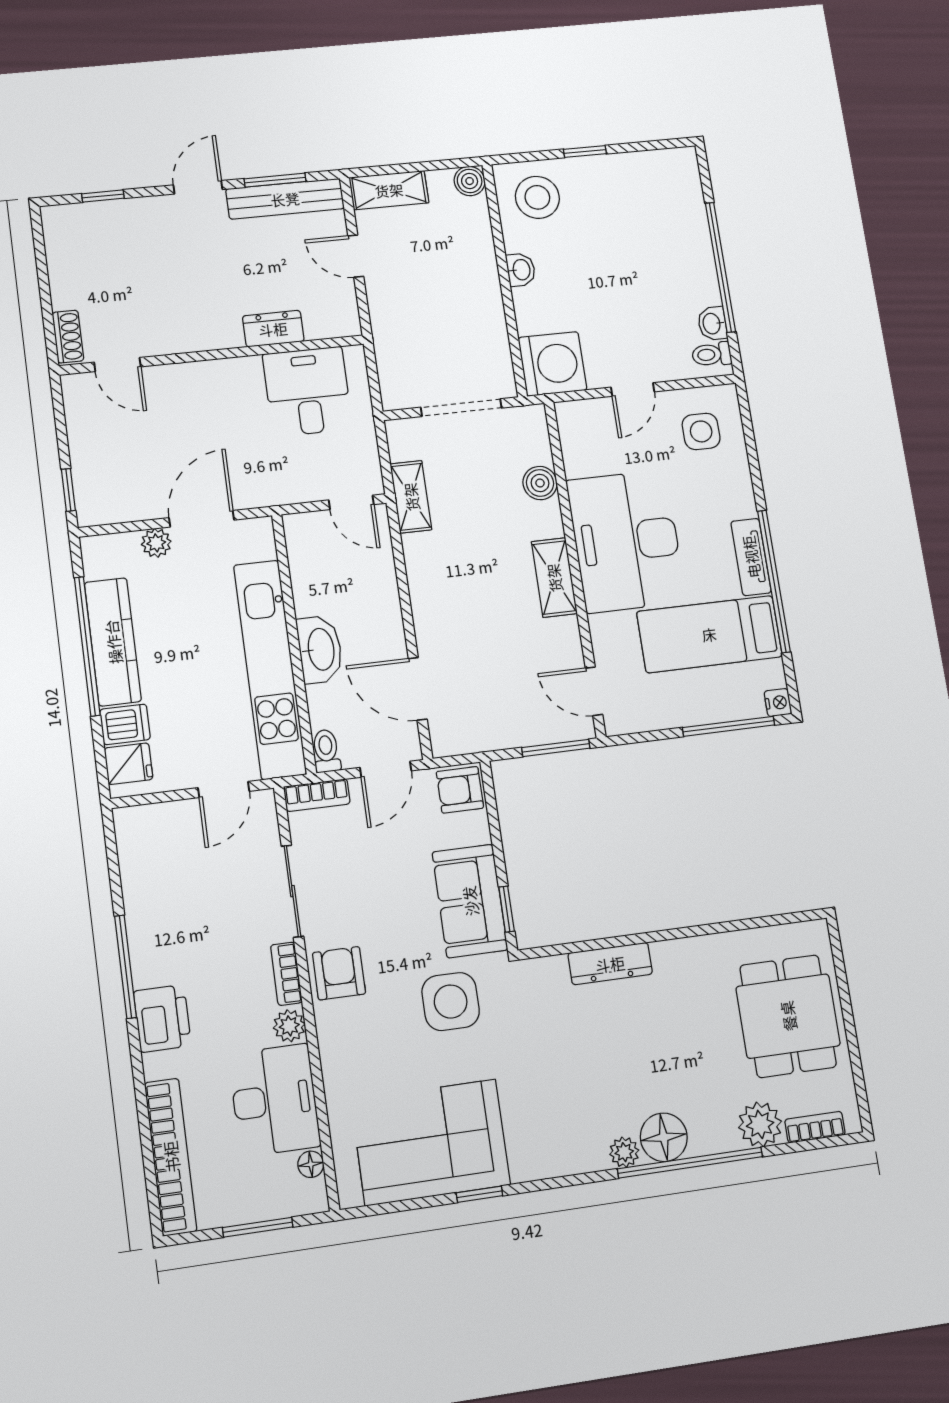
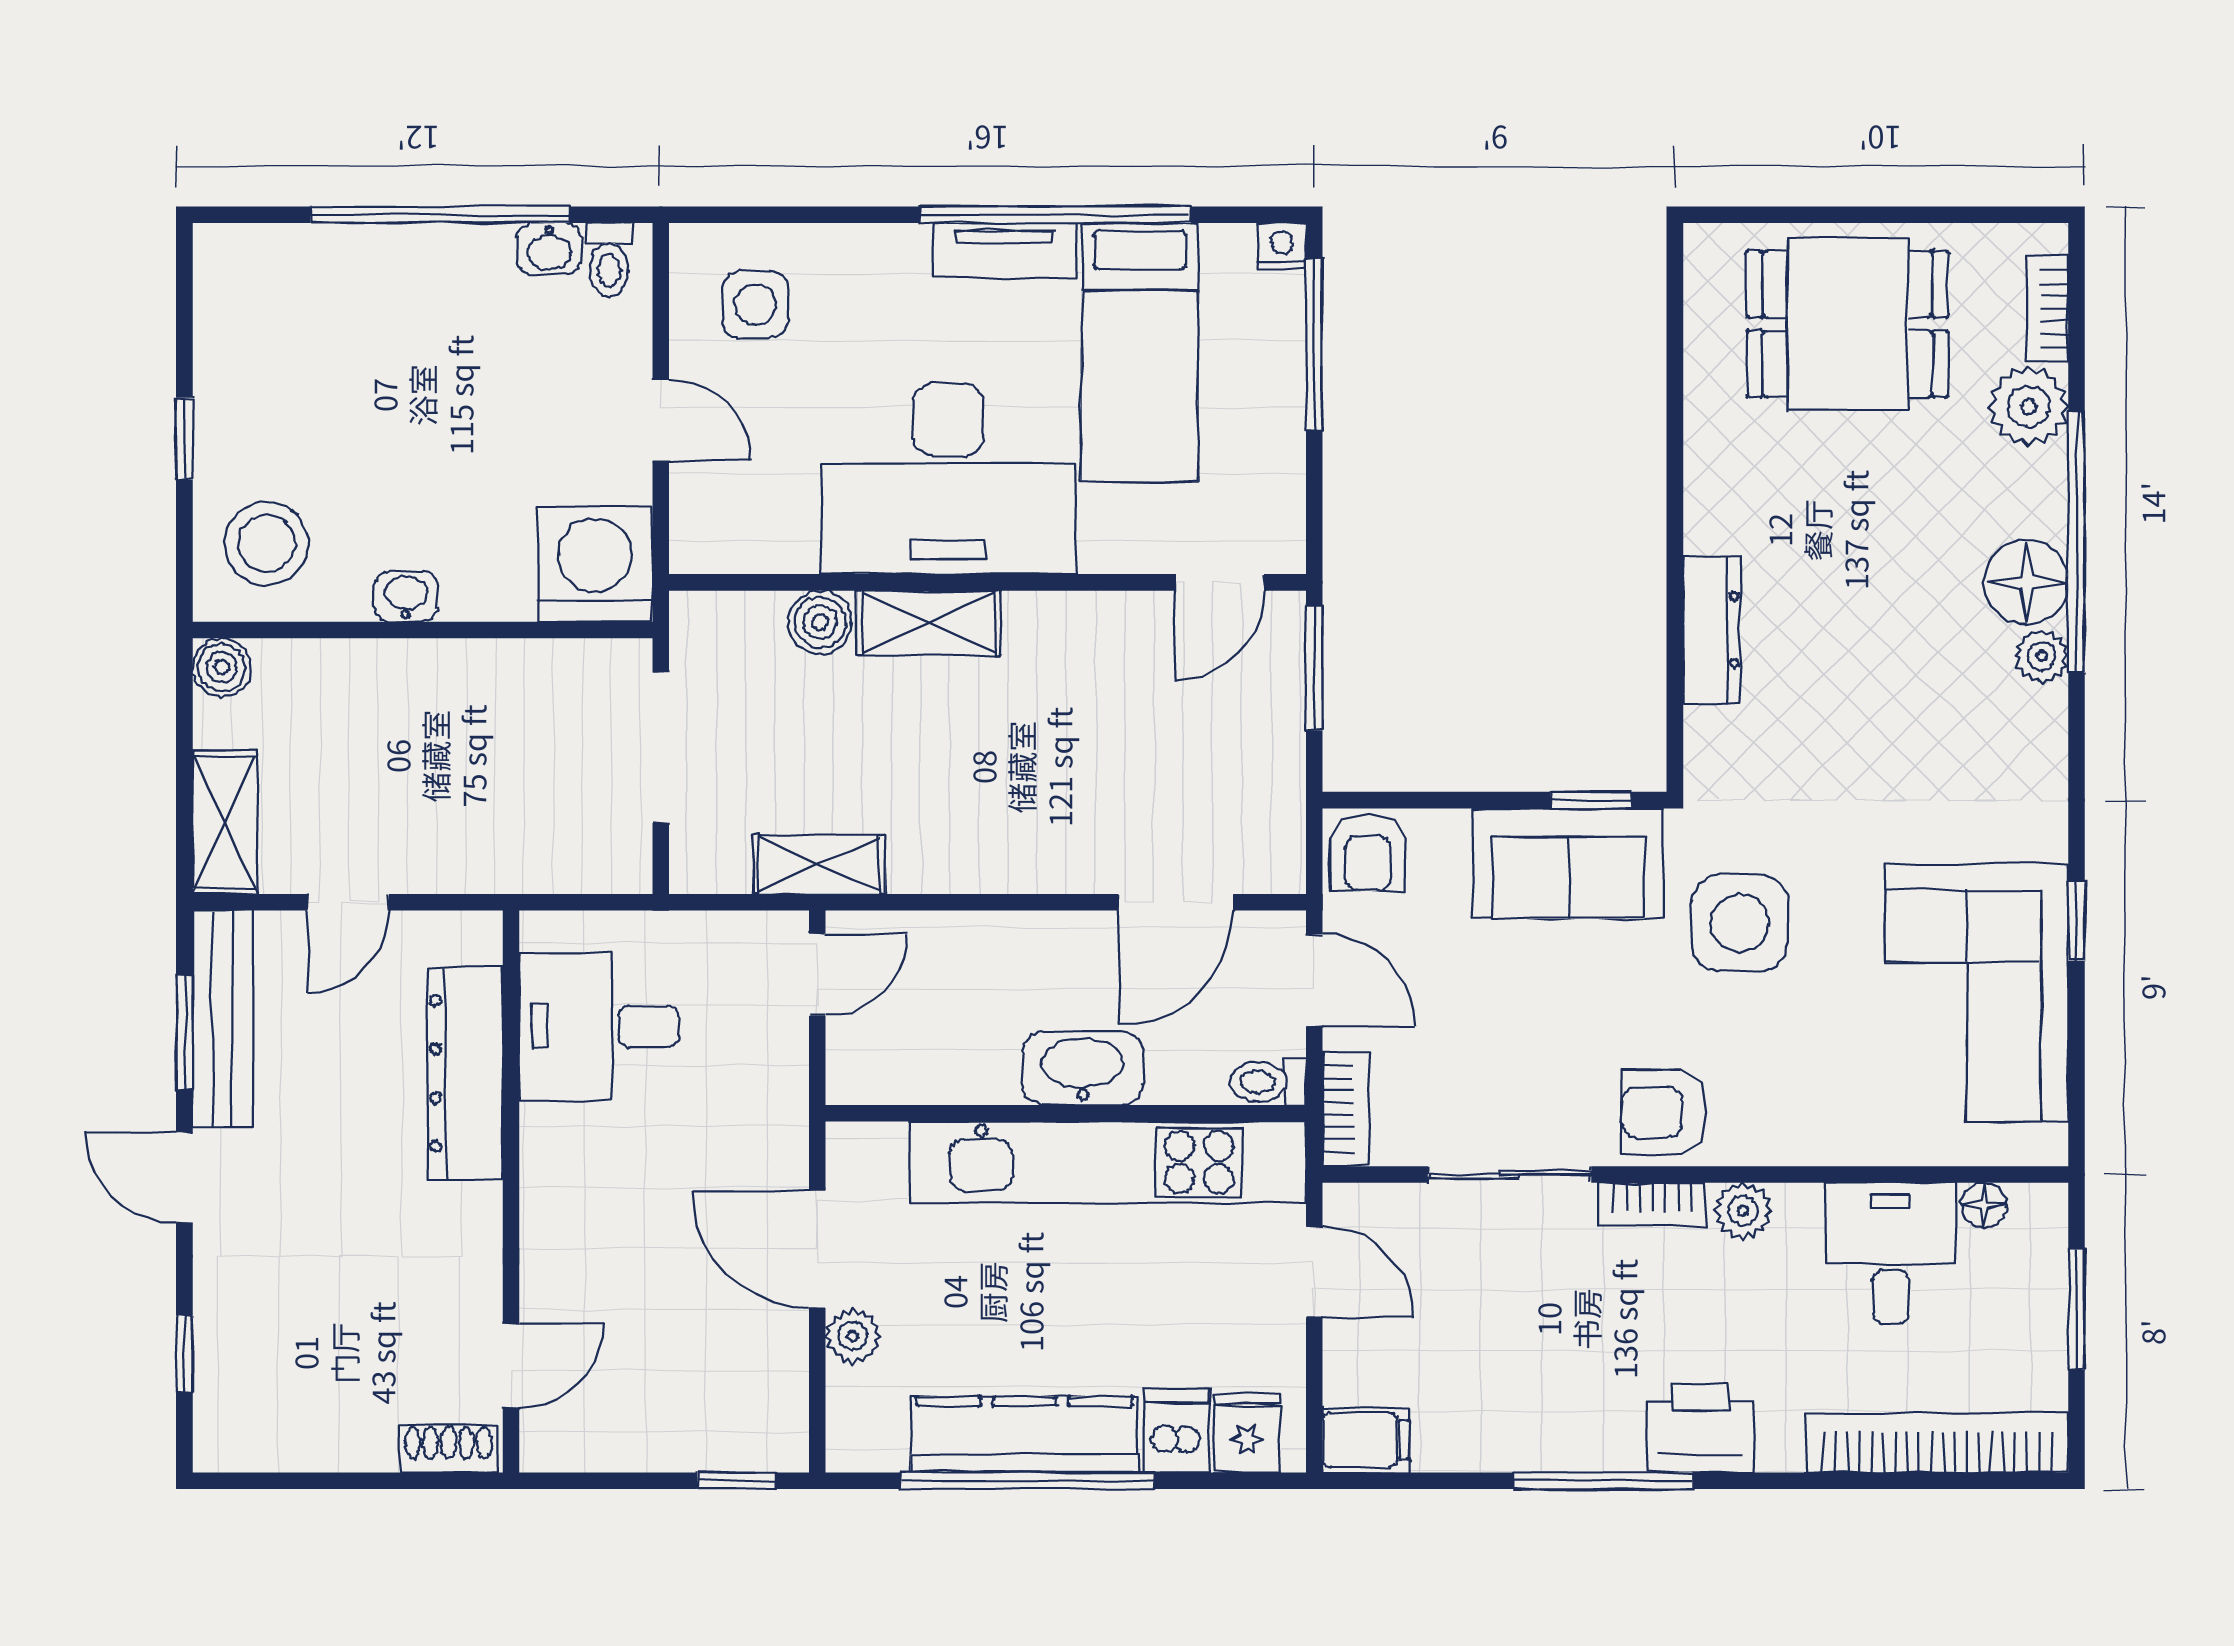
dresser: (273, 329) -> (465, 1073), width x1.96, depth x1.24
shelving: (554, 578) -> (929, 623), moved
filing cabinet: (133, 830) -> (1366, 1440), added
desk: (274, 1100) -> (1891, 1253), width x0.73

